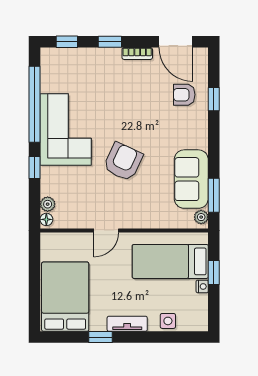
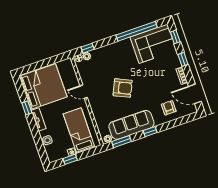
door: (176, 42) -> (195, 94), hinge flipped
window: (214, 99) -> (150, 132), moved
corner sofa: (66, 130) -> (153, 44), moved
window: (34, 168) -> (88, 48), moved
sofa: (191, 179) -> (131, 125), width x1.36
window: (214, 273) -> (70, 159), moved
bed: (65, 297) -> (43, 87), width x1.36

